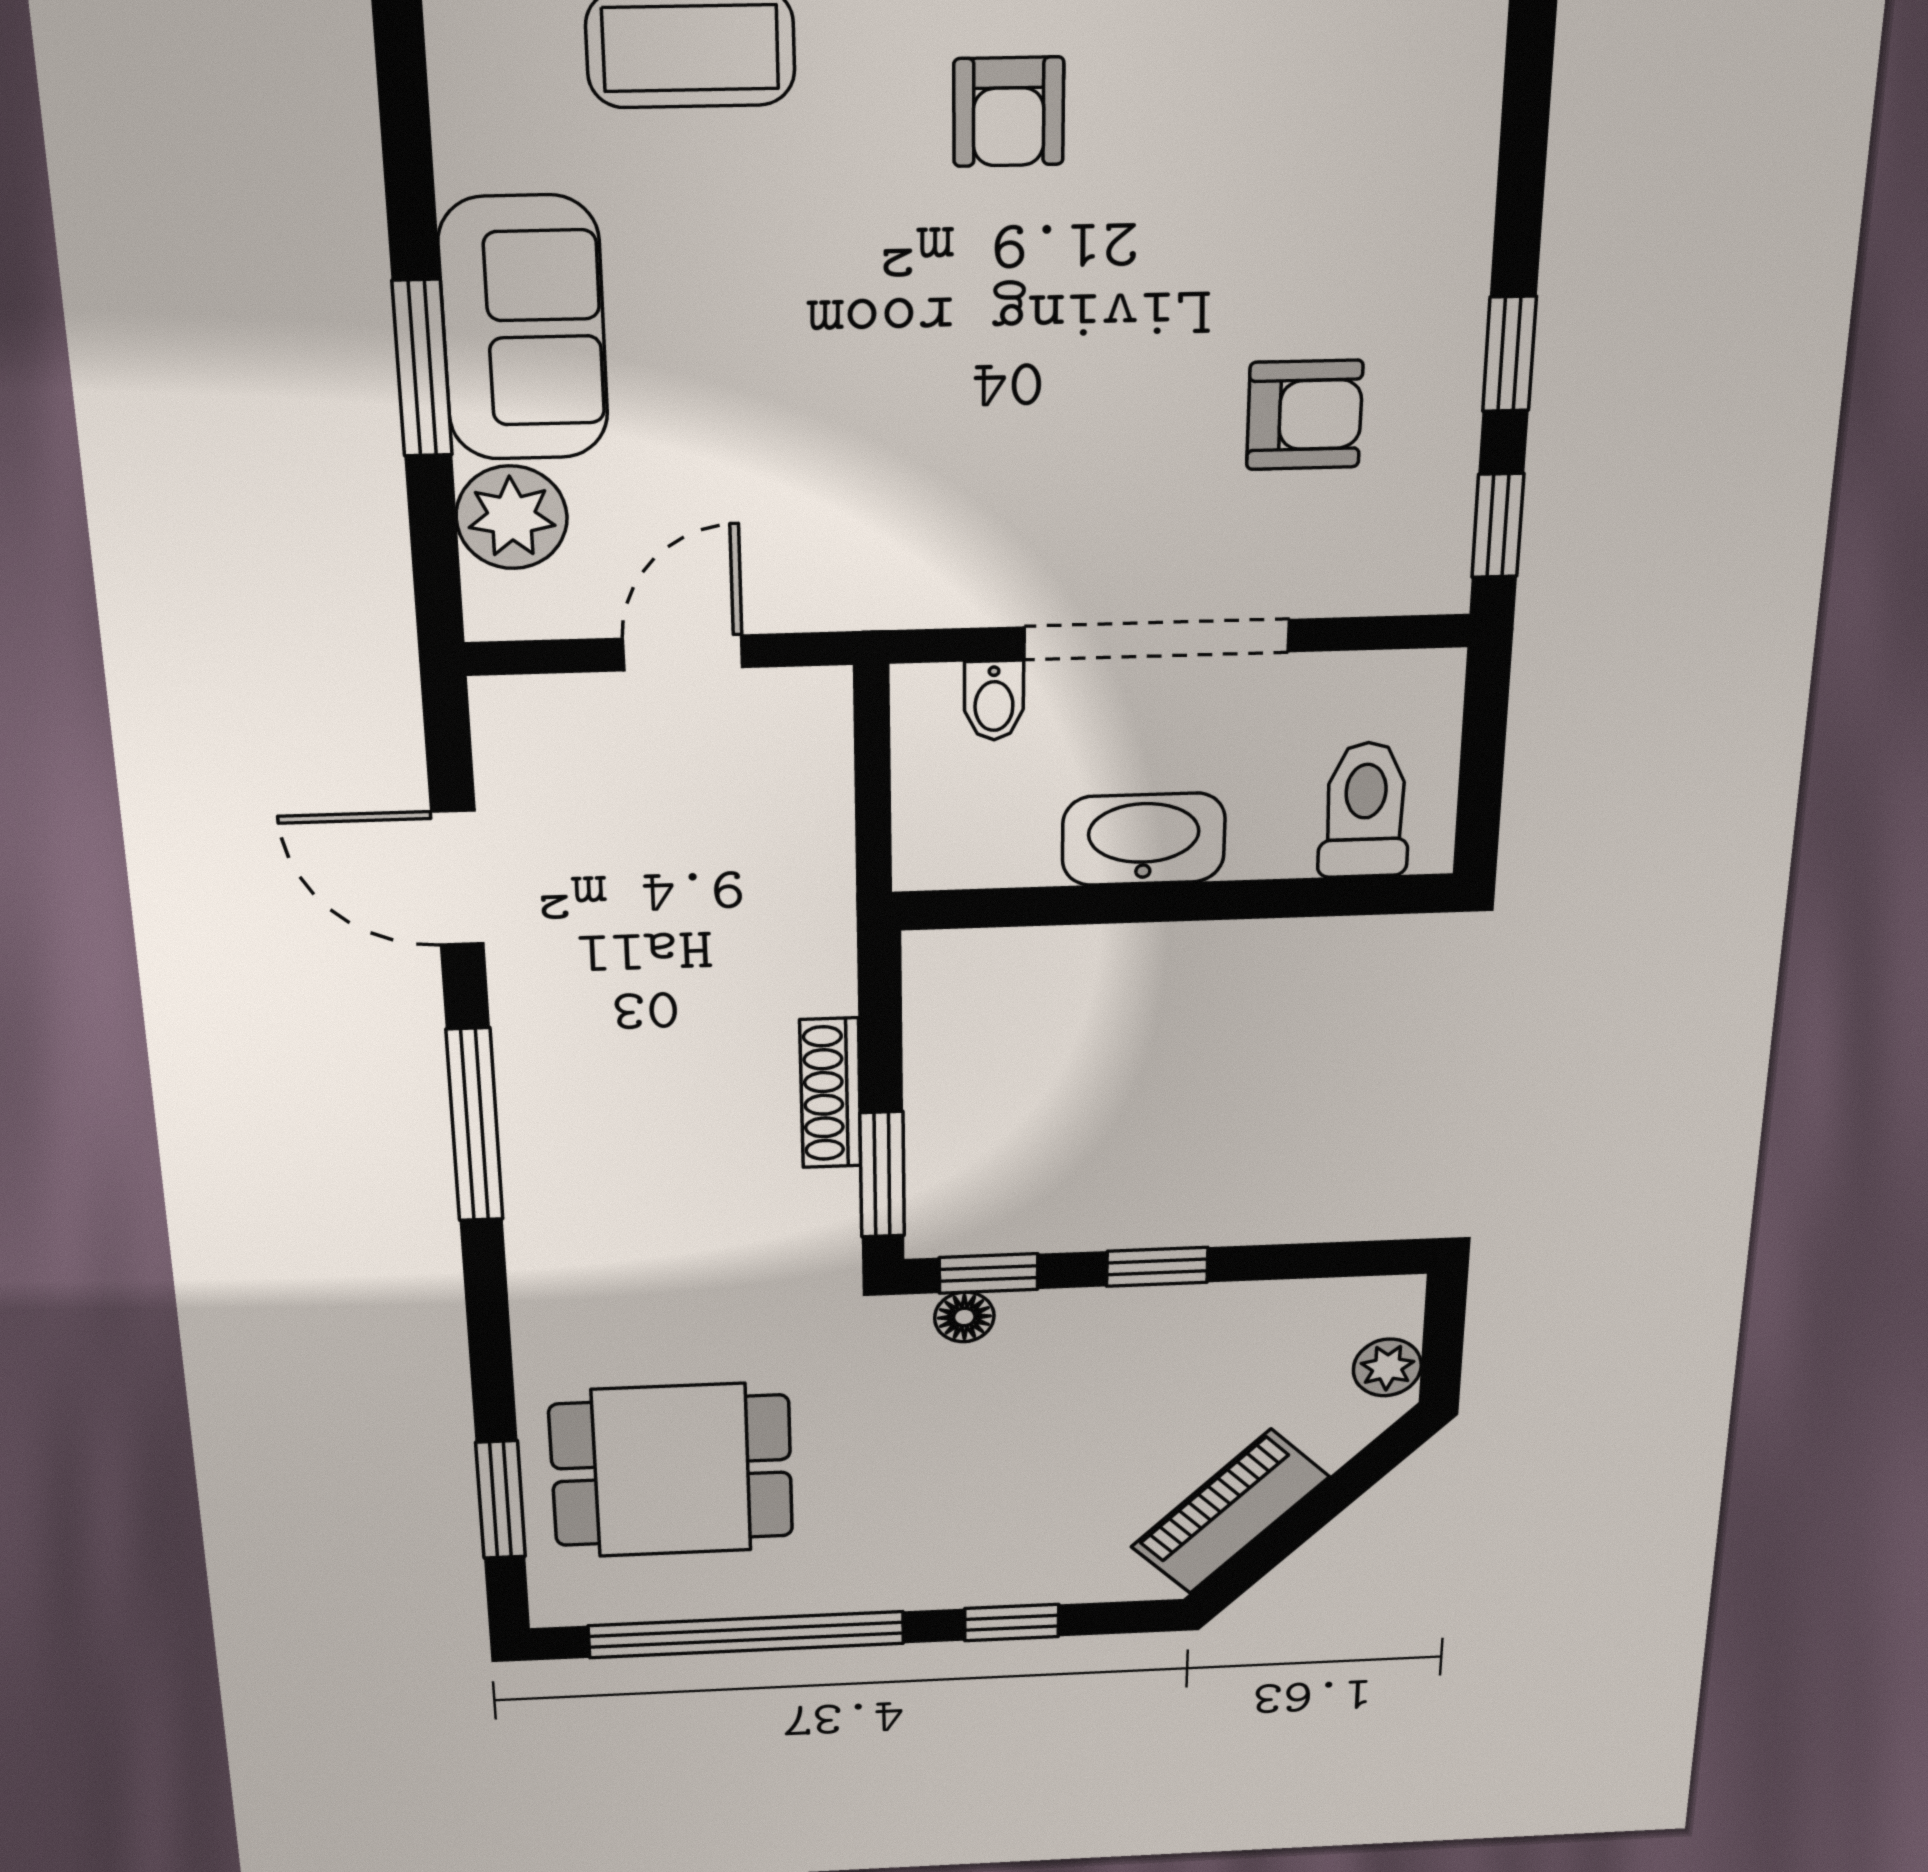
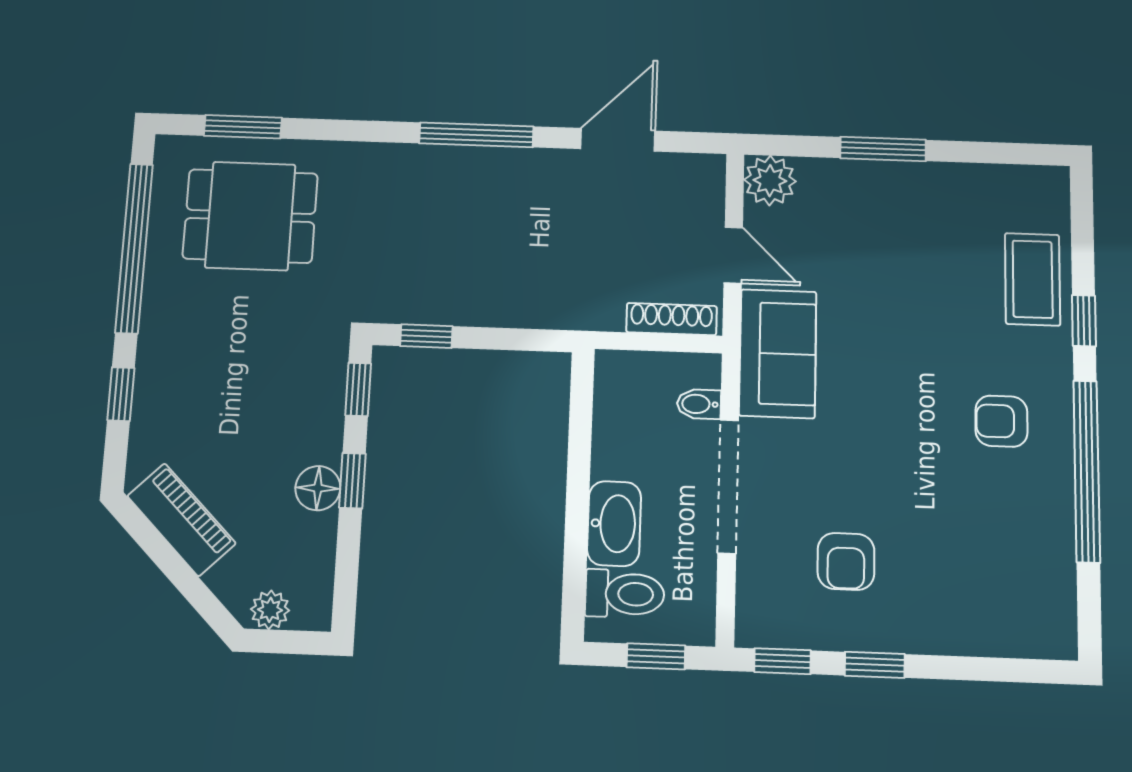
sofa: (524, 329) -> (778, 353), moved, turned -90
plant: (512, 517) -> (770, 181), moved
window: (1483, 750) -> (656, 656), added
washbasin: (1144, 839) -> (614, 524), moved
shoe rack: (831, 1093) -> (672, 319), moved
window: (882, 1175) -> (426, 336), width x0.67
floor lamp: (964, 1317) -> (318, 488), moved, width x1.37, depth x1.37
dining table: (672, 1471) -> (250, 216), turned 90

